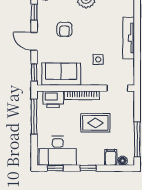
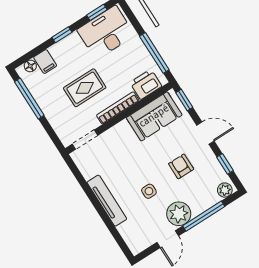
side table: (98, 60) -> (149, 191), moved

